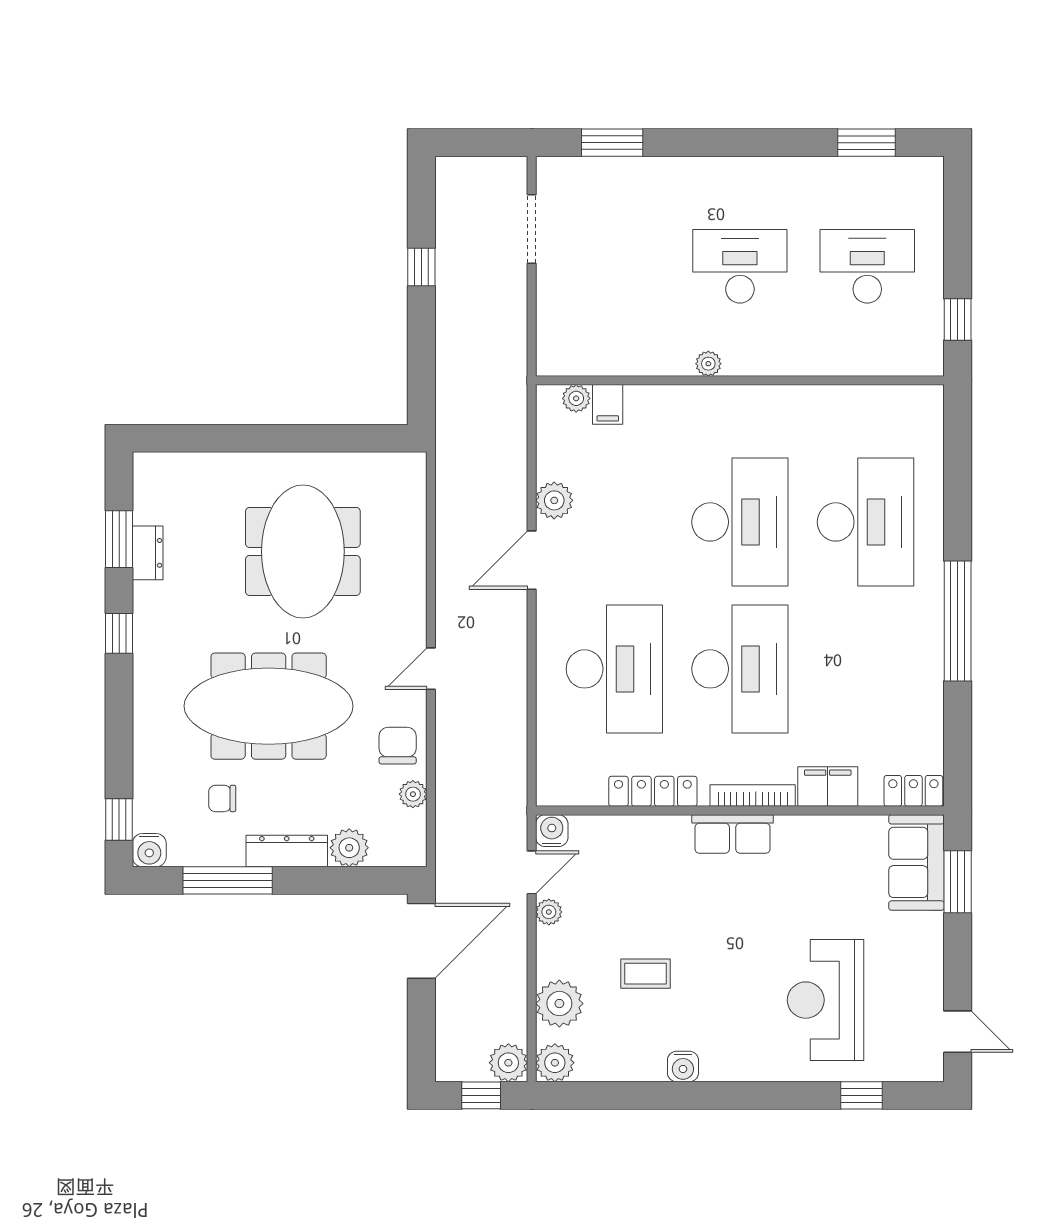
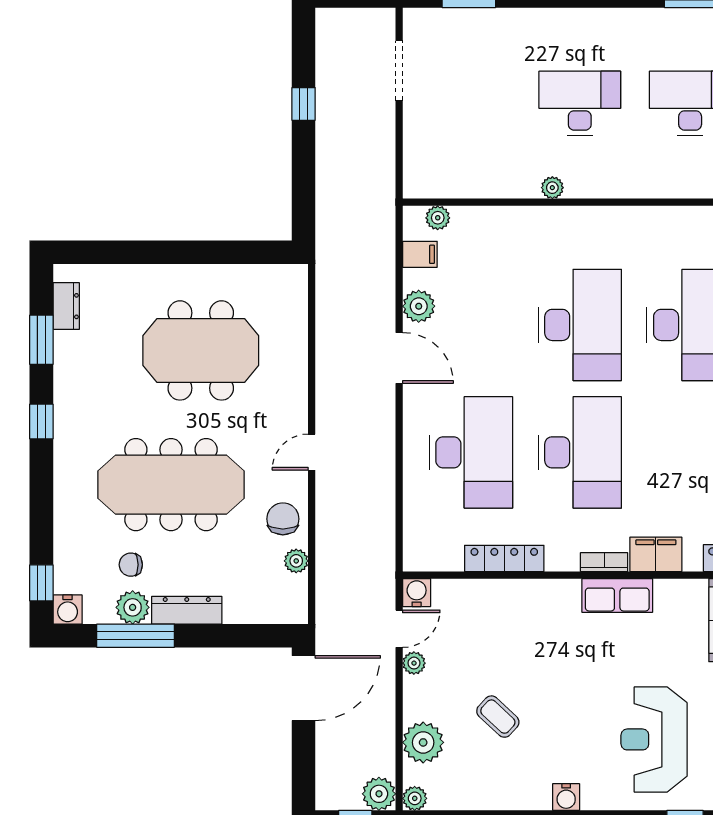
filing cabinet: (608, 404) -> (420, 254), moved, turned -90
meeting table: (303, 551) -> (201, 350), turned 90
dresser: (148, 553) -> (66, 306), moved
door: (532, 560) -> (399, 358), swing flipped
bookcase: (753, 796) -> (604, 562), width x0.64
row of seats: (733, 834) -> (617, 595), moved
plant: (349, 848) -> (133, 607), moved
coffee table: (645, 974) -> (498, 717), turned 43
plant: (555, 1063) -> (415, 798), width x0.73, depth x0.73
water cooler: (683, 1067) -> (566, 797), moved

